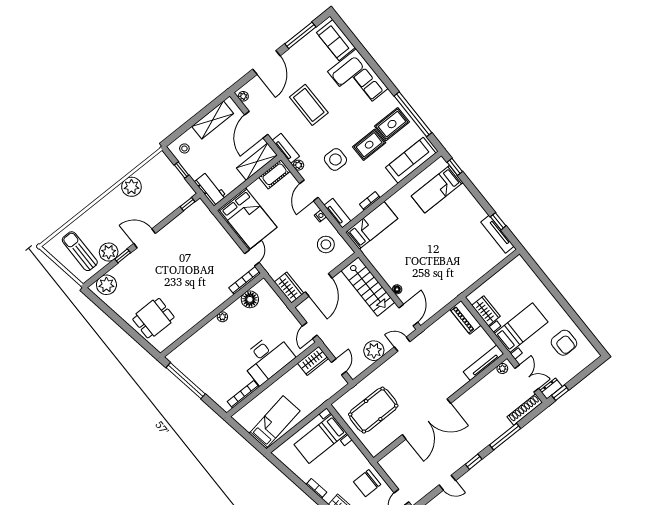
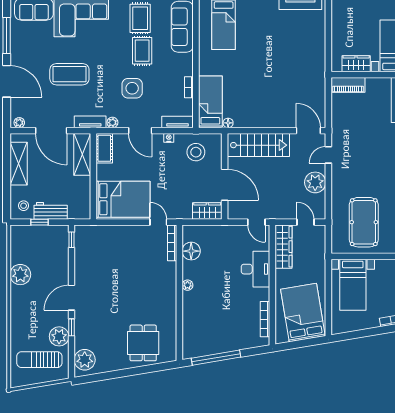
workbench: (210, 189) -> (51, 211), moved
floor lamp: (397, 289) -> (228, 123), moved
desk: (267, 358) -> (255, 269), width x0.73, depth x0.77
wardrobe: (313, 361) -> (283, 247), width x1.50
bed: (275, 422) -> (303, 313), width x1.50

